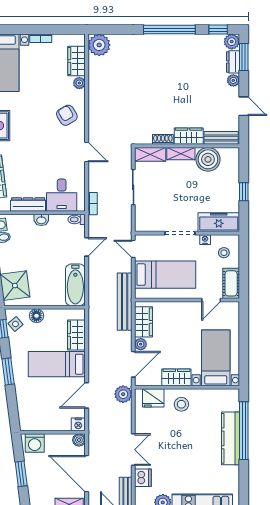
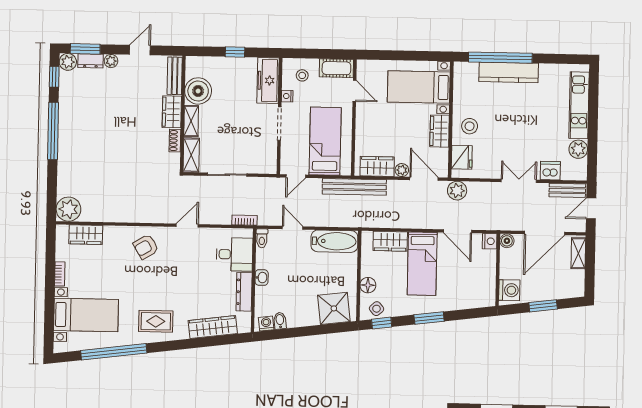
plant: (79, 83) -> (110, 232), removed

